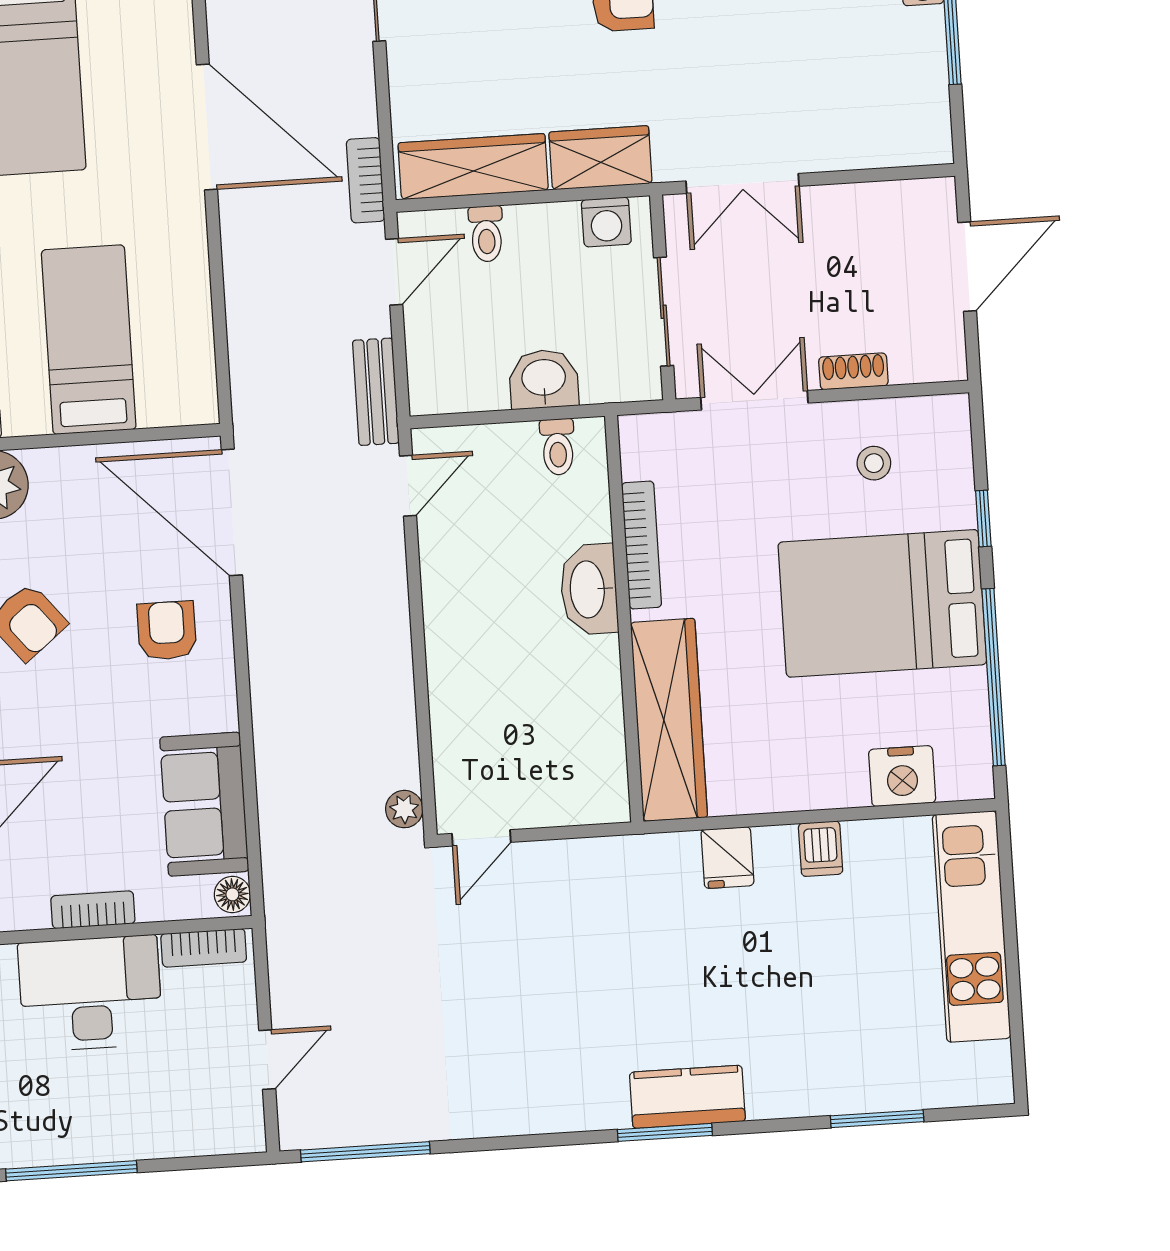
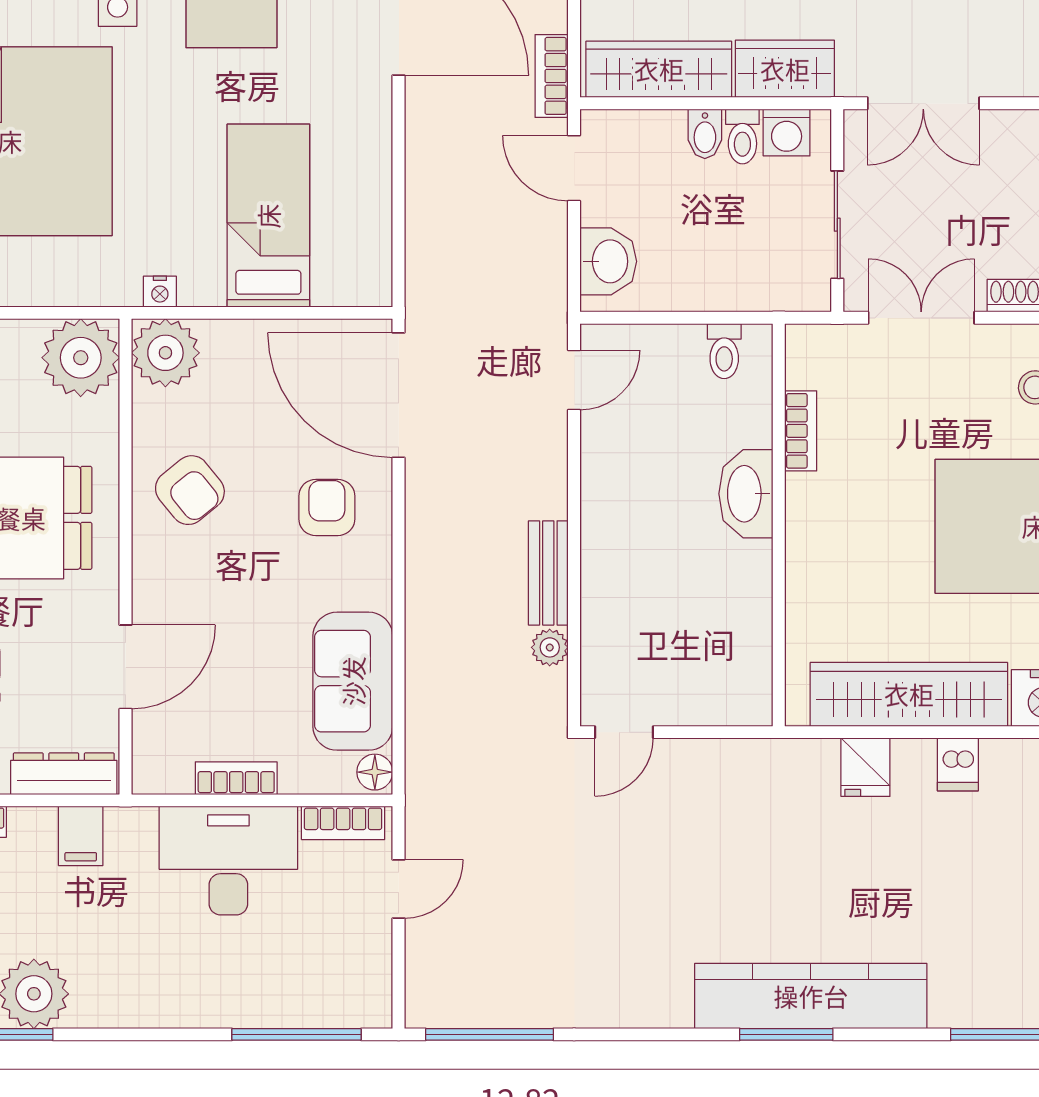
bidet: (524, 229) -> (705, 134), added
toilet: (486, 234) -> (742, 136), moved
door: (394, 272) -> (574, 168), swing flipped
washbasin: (544, 379) -> (608, 261), moved, turned 90
bench: (376, 392) -> (548, 573), moved
bookcase: (642, 545) -> (801, 431), width x0.64
wardrobe: (669, 720) -> (909, 694), moved, turned -90
plant: (404, 809) -> (550, 647), moved
door: (267, 1060) -> (399, 889), moved
kitchen counter: (687, 1097) -> (811, 996), width x2.08, depth x1.17
window: (71, 1171) -> (296, 1034), moved

